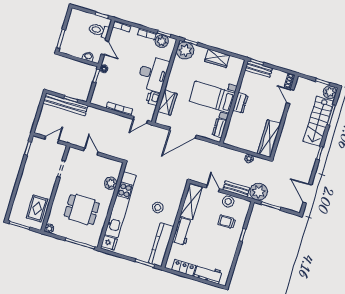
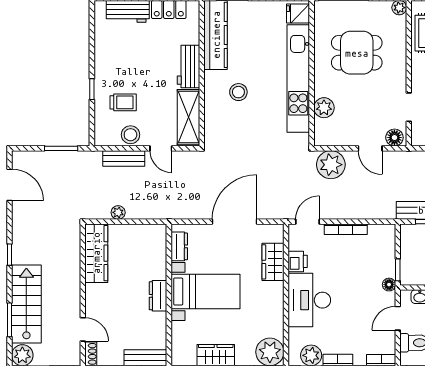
door: (105, 48) -> (398, 318), hinge flipped
floor lamp: (75, 154) -> (394, 138), added
plant: (259, 192) -> (331, 165), moved

